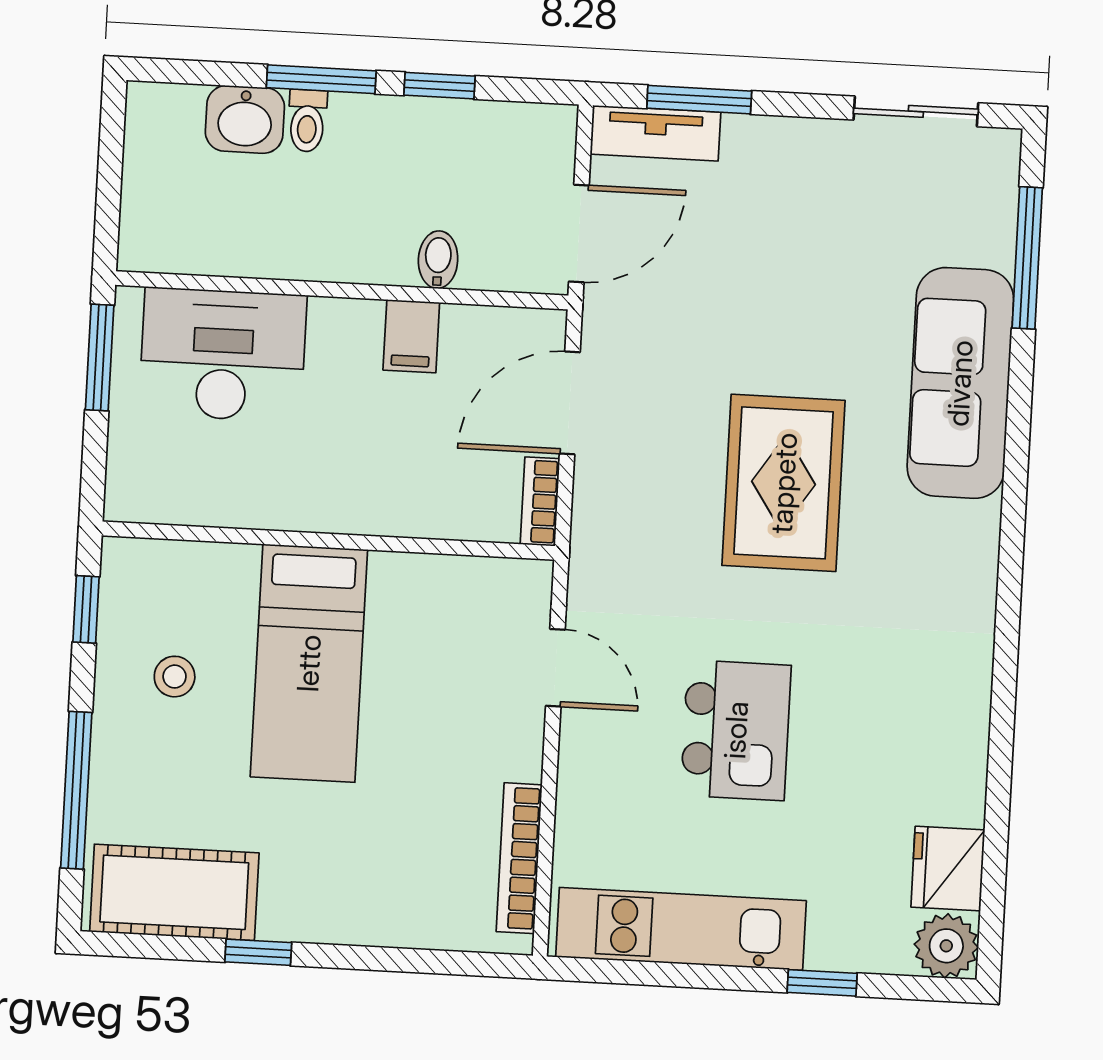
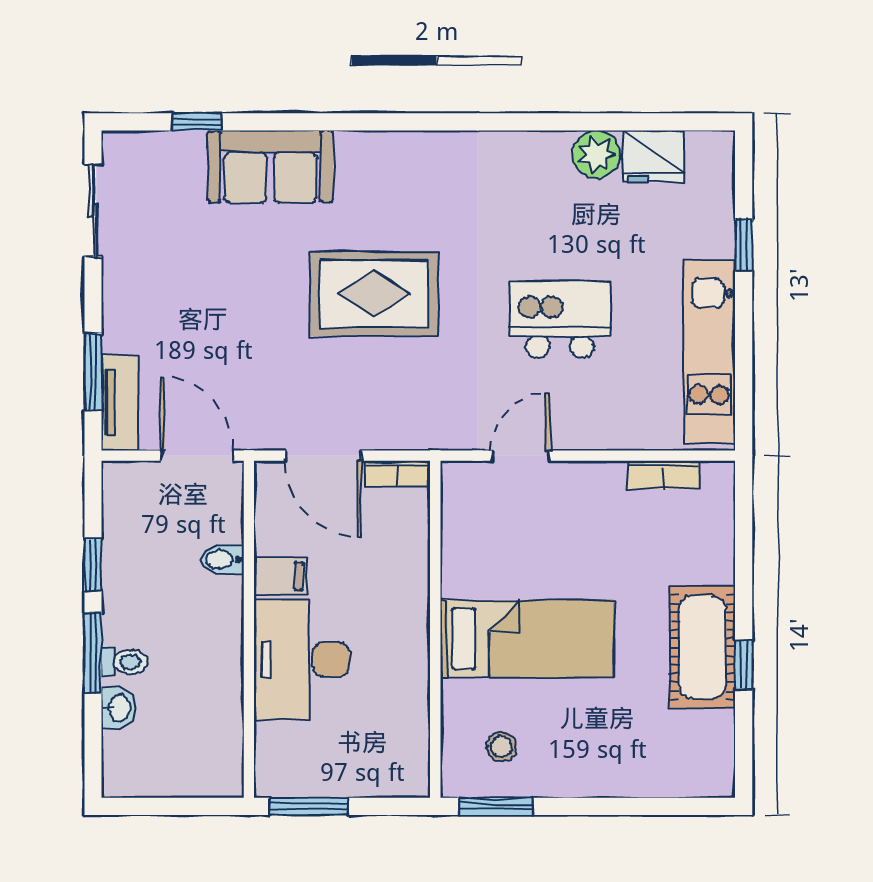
washbasin: (245, 119) -> (118, 708), width x0.72, depth x0.69
window: (1027, 258) -> (197, 122), width x0.46
desk: (223, 355) -> (301, 659), moved
sofa: (960, 383) -> (270, 166), width x0.73
window: (86, 609) -> (496, 806), width x1.50
stool: (175, 677) -> (501, 747), moved
window: (76, 790) -> (631, 806), removed
bookcase: (519, 858) -> (663, 475), width x0.64
cot: (174, 892) -> (703, 647), moved
plant: (946, 946) -> (596, 154), moved

